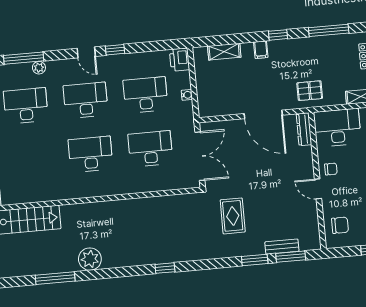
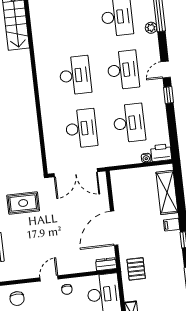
shelving: (224, 52) -> (167, 192), width x1.50, depth x1.33
water cooler: (187, 95) -> (146, 158), moved
dresser: (304, 129) -> (106, 264), width x0.70

